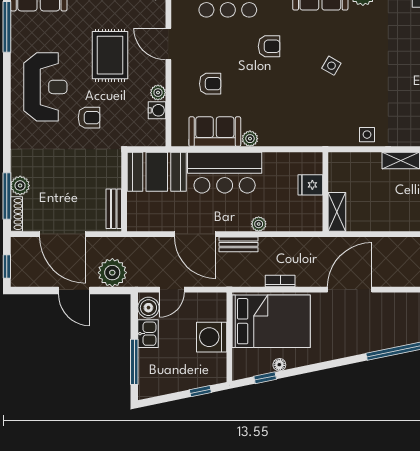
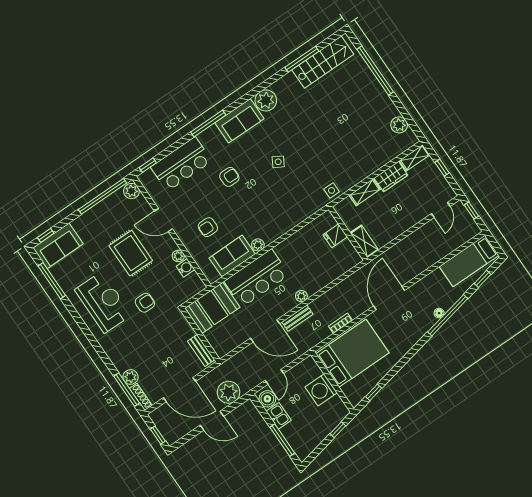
armchair: (210, 84) -> (208, 227), turned 180
fridge: (310, 185) -> (335, 236), moved
wall: (325, 192) -> (348, 234), moved
shelving: (337, 212) -> (364, 241), moved
floor lamp: (279, 365) -> (439, 313), moved

